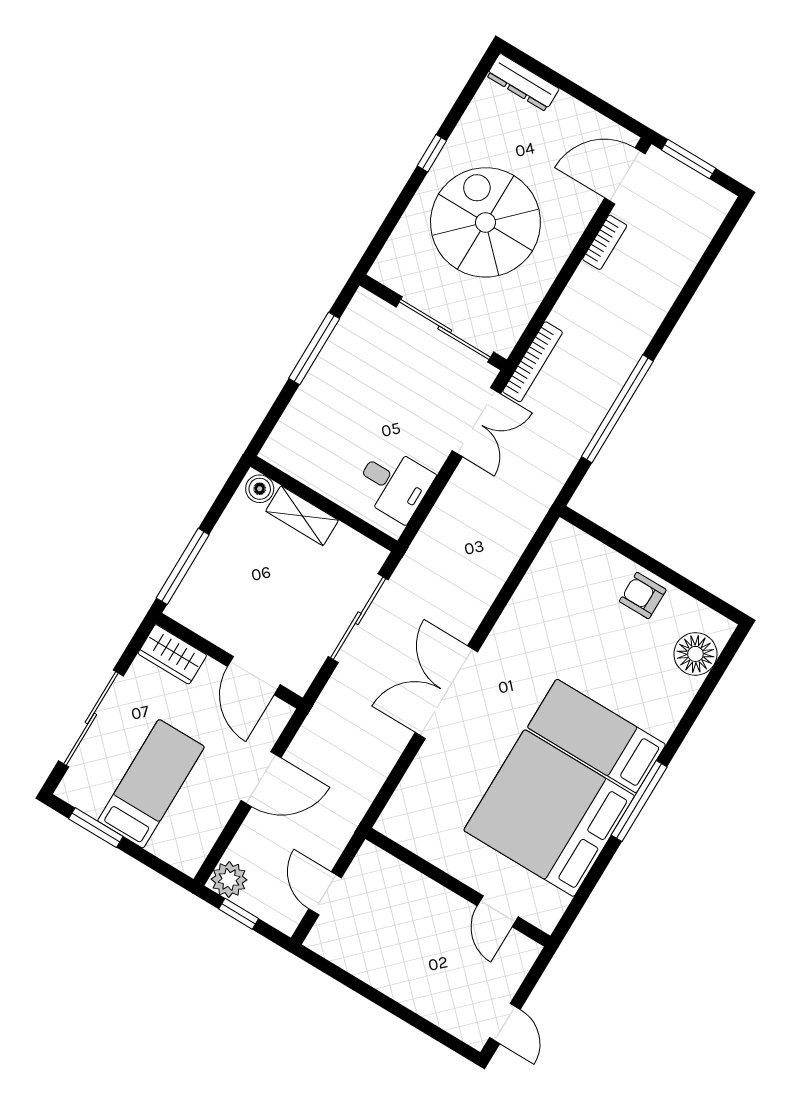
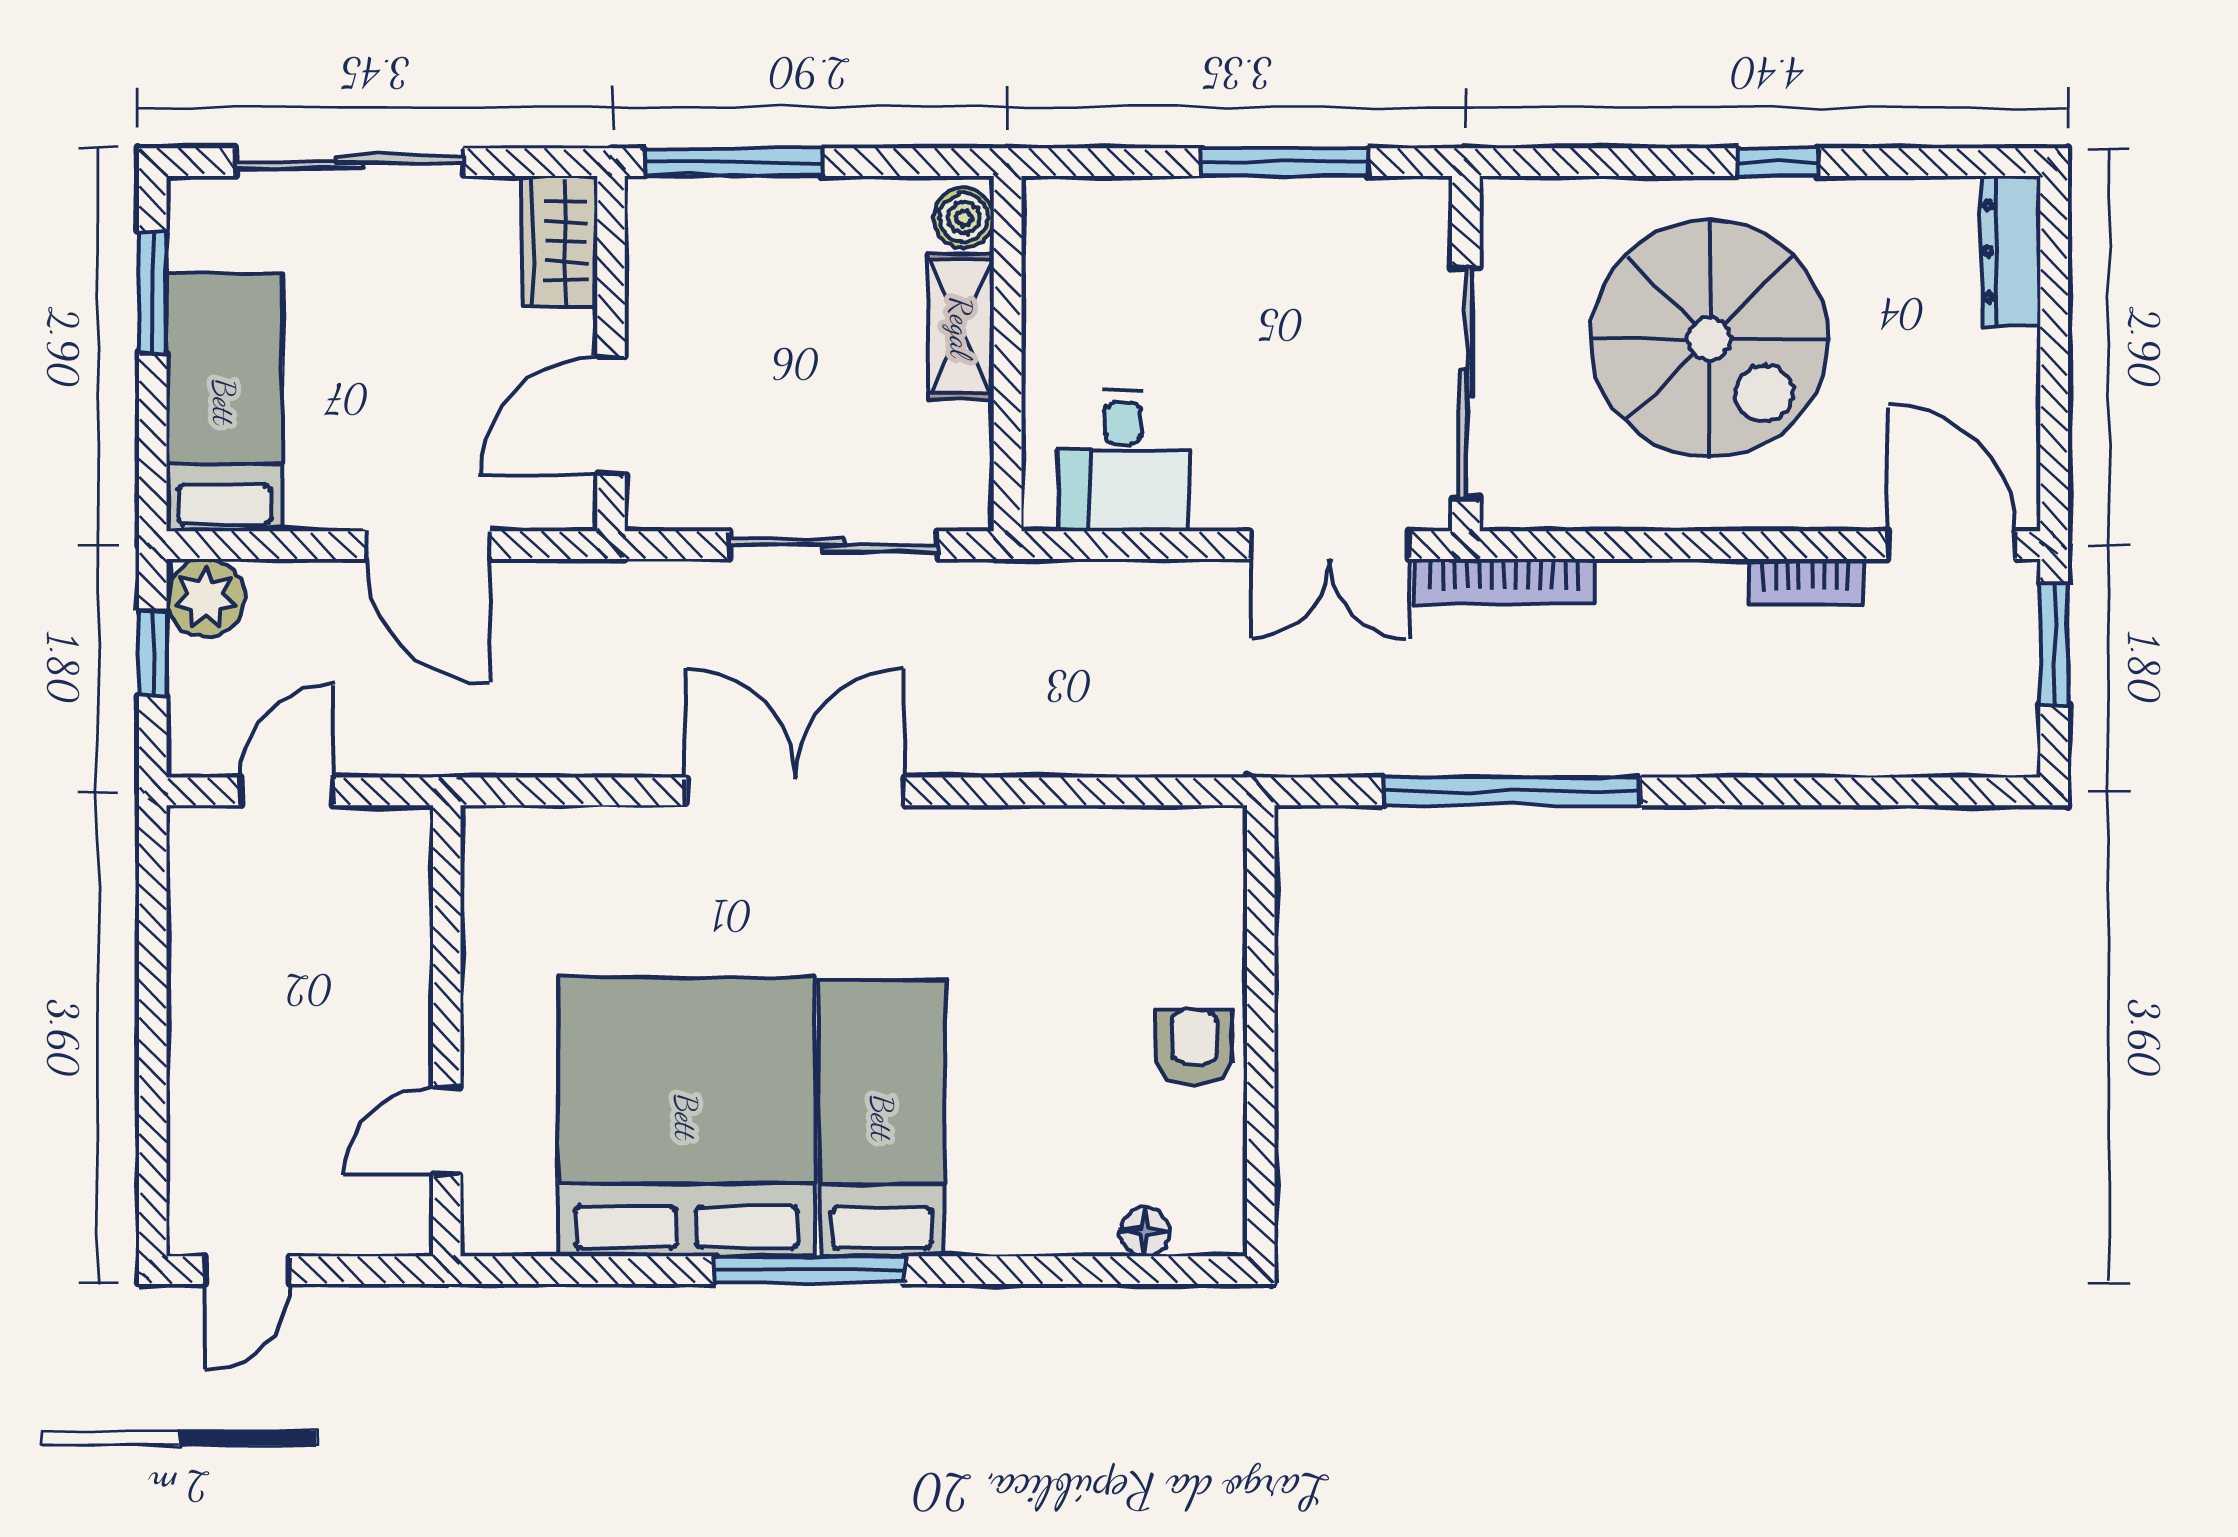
spiral stairs: (485, 222) -> (1710, 339), turned 90
floor lamp: (695, 654) -> (1145, 1232), width x0.53, depth x0.53
bed: (151, 784) -> (224, 402), moved, turned -90

